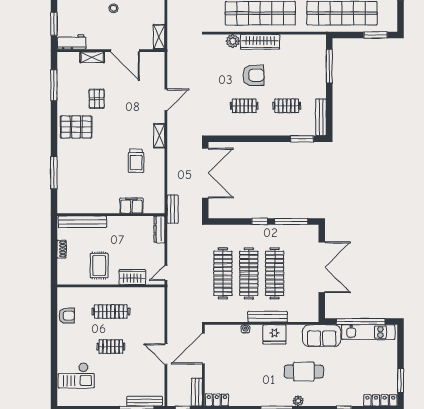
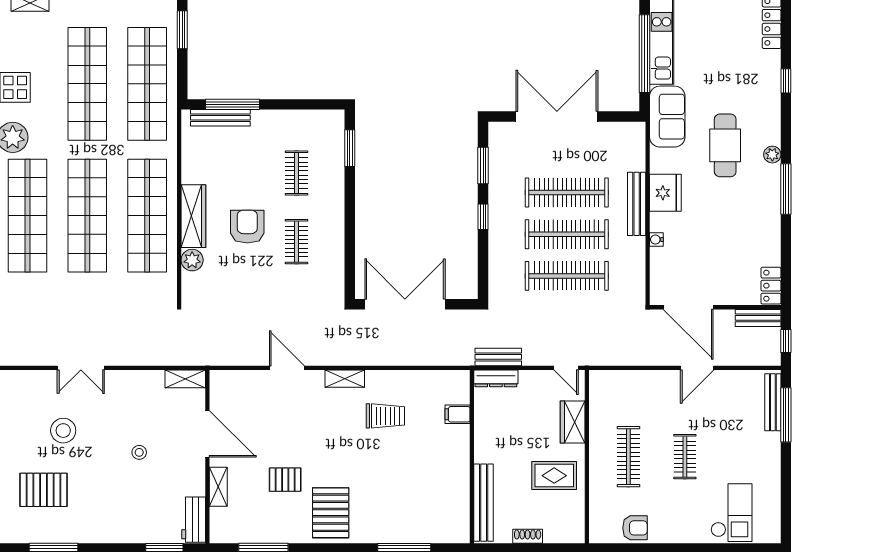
door: (125, 51) -> (207, 434), hinge flipped
bench: (321, 117) -> (220, 118), moved
filing cabinet: (131, 206) -> (457, 414), width x0.50
bench: (173, 209) -> (498, 357), moved
window: (291, 221) -> (483, 166), width x0.69
armchair: (67, 316) -> (635, 528), turned 90

